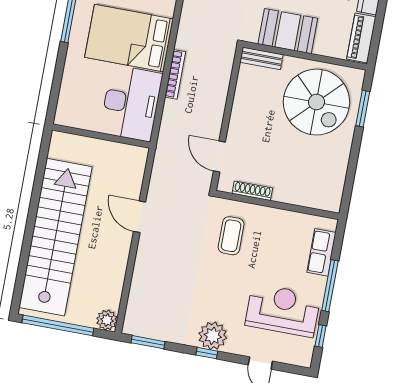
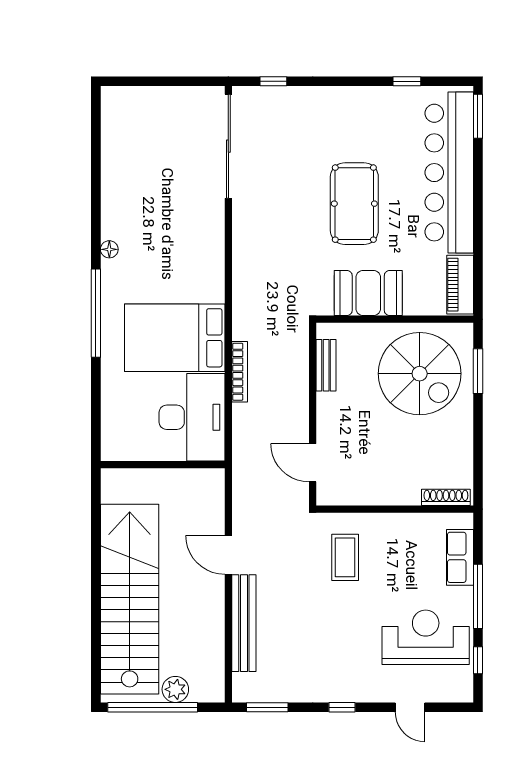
bench: (261, 58) -> (326, 365), moved, turned 90
shoe rack: (252, 191) -> (446, 497), moved
bench: (142, 273) -> (244, 623), added
plant: (107, 320) -> (175, 689), moved
plant: (213, 336) -> (345, 685), removed

